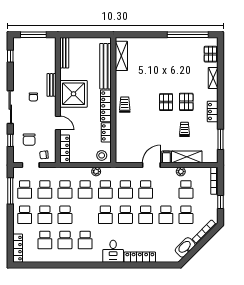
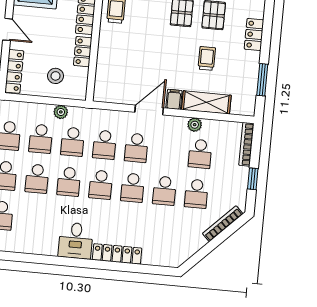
stool: (102, 155) -> (56, 76), moved
school desk: (85, 240) -> (37, 179), moved
washbasin: (185, 247) -> (190, 245), removed

